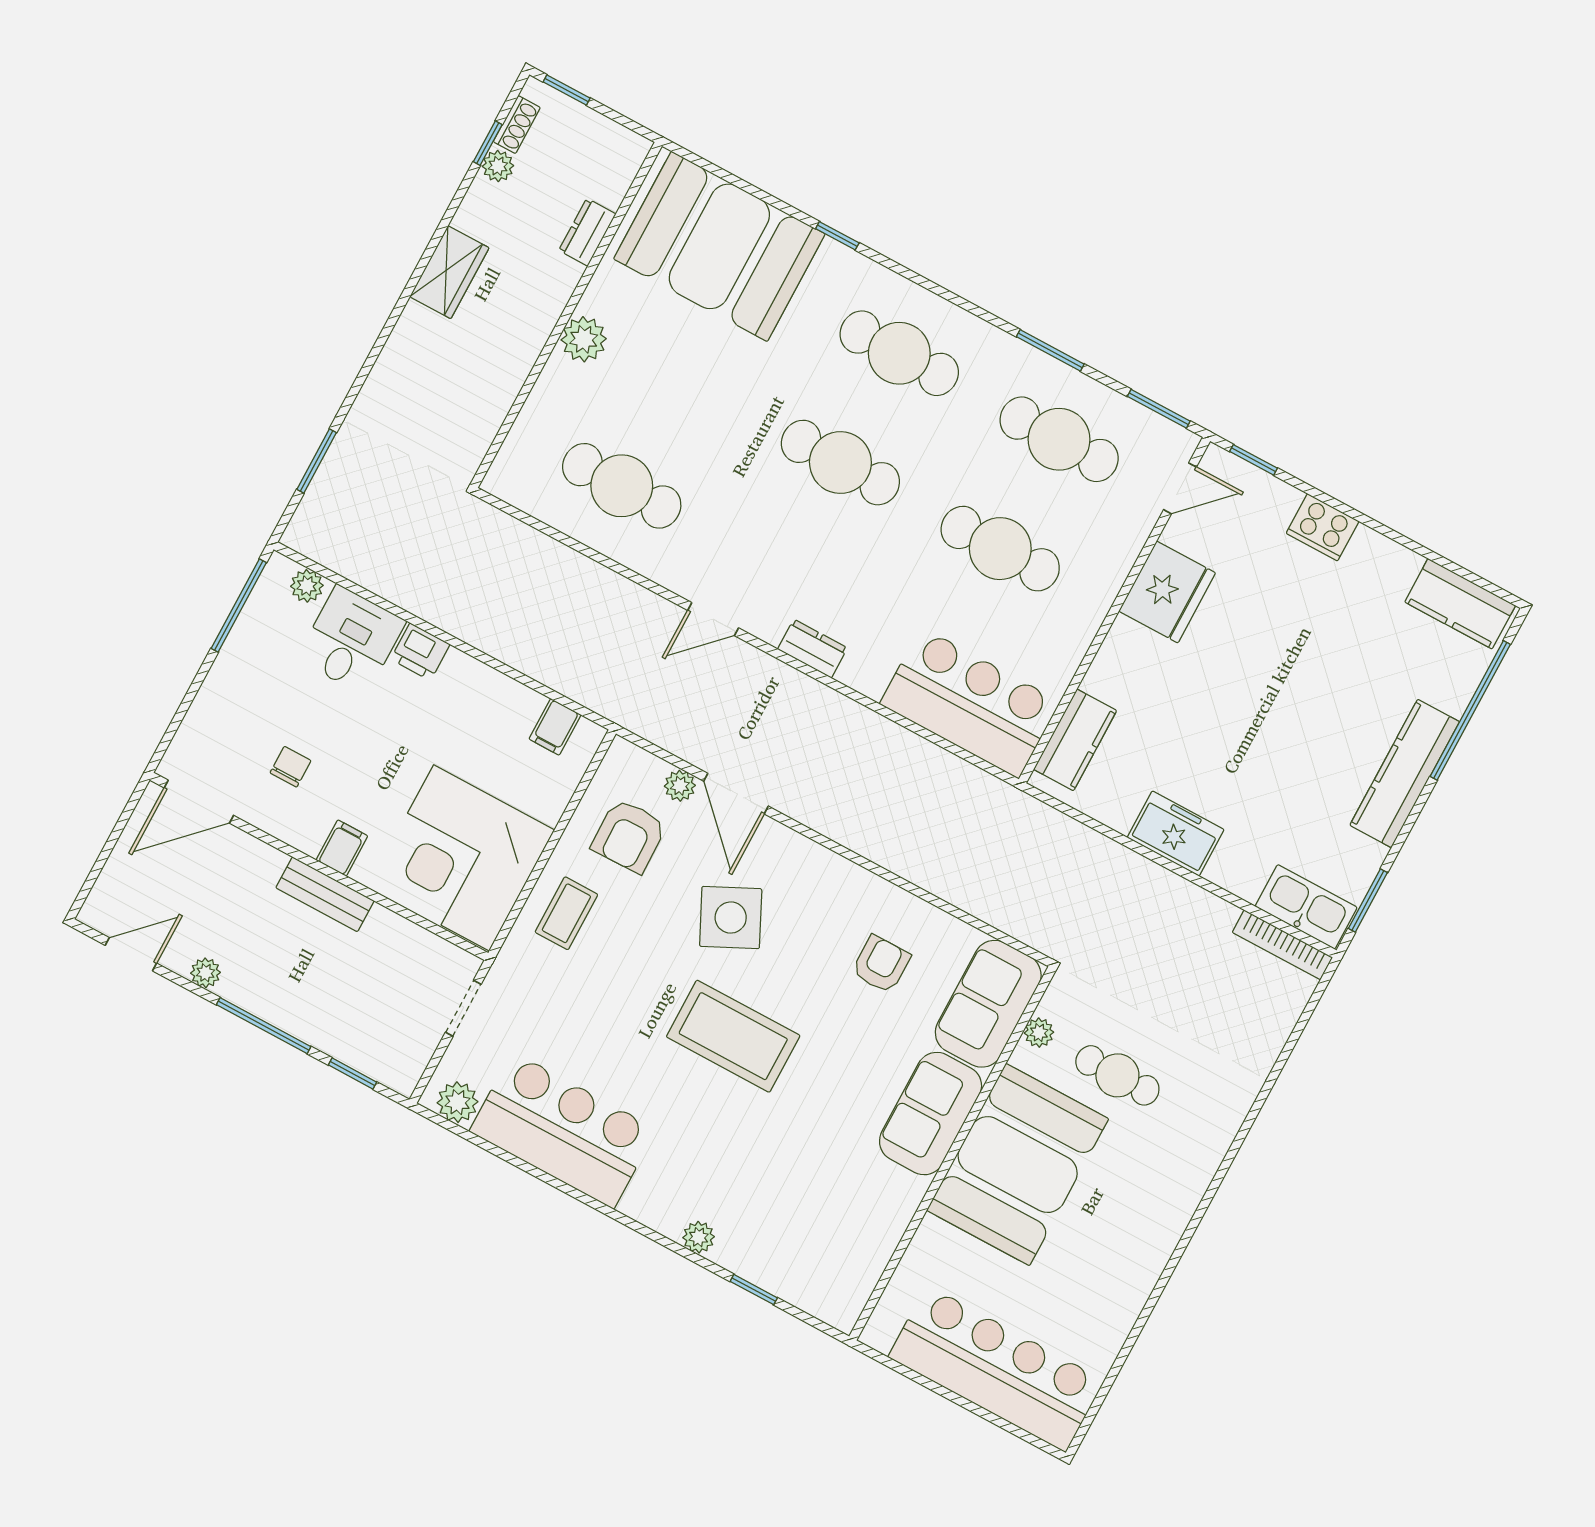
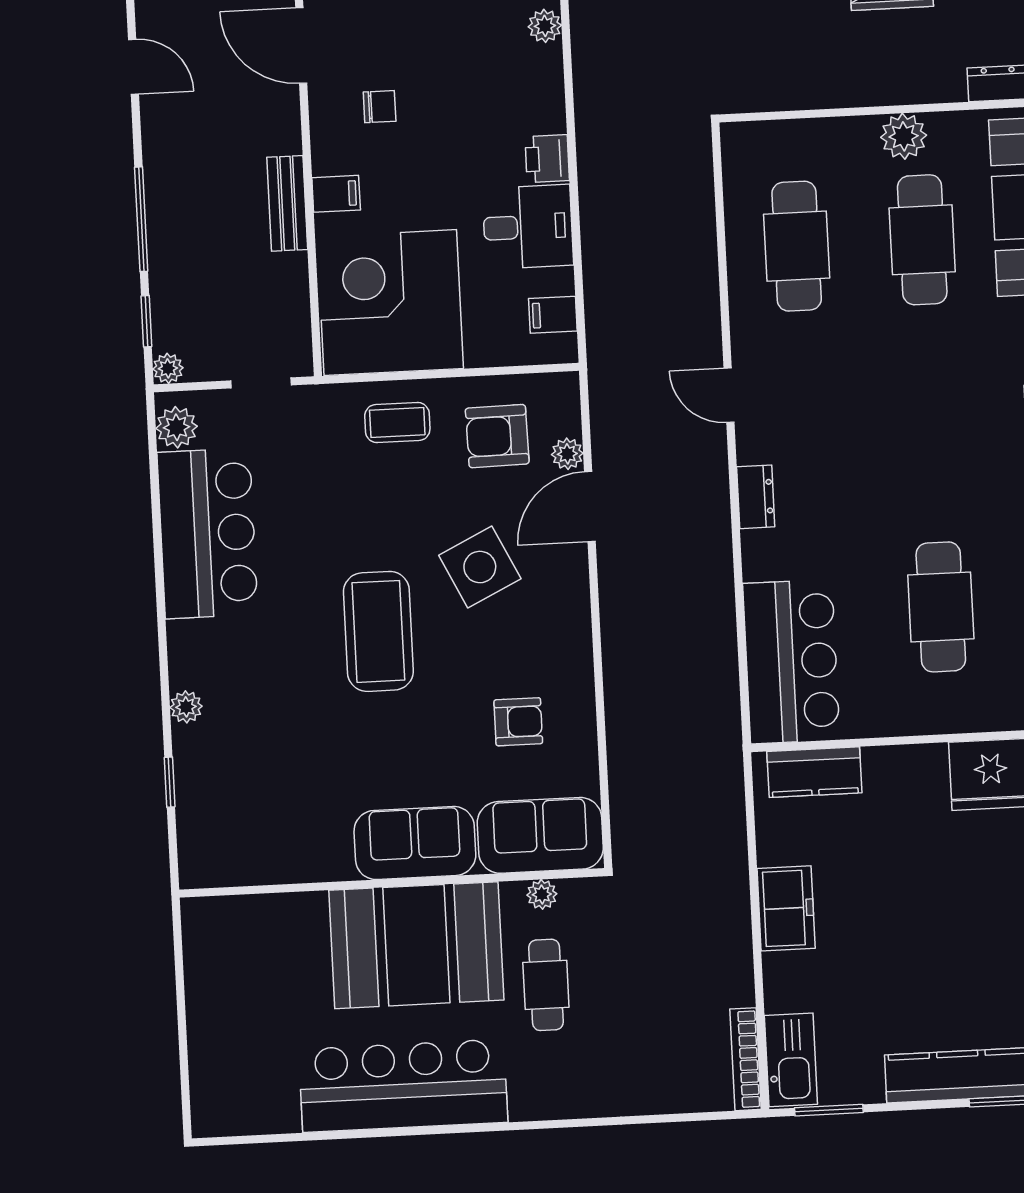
cafe table: (840, 463) -> (922, 240), moved
desk: (351, 640) -> (528, 227), moved
plant: (206, 973) -> (168, 368), moved
bar counter: (996, 1369) -> (403, 1086), moved, turned -90

